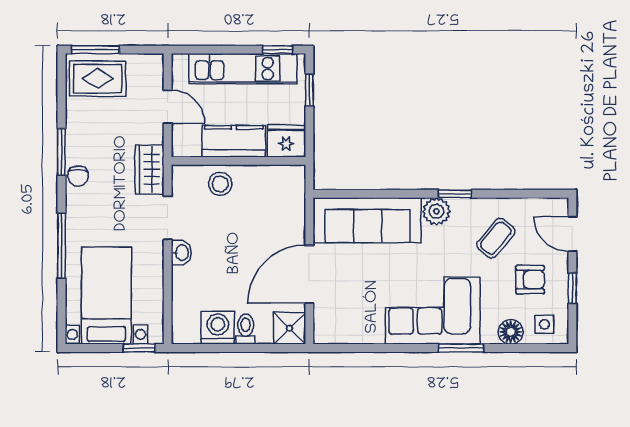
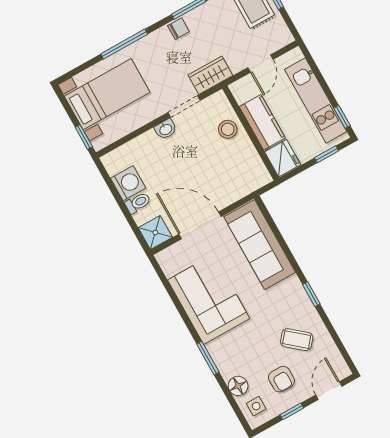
chair: (78, 176) -> (178, 29), turned 180
plant: (436, 211) -> (292, 288), removed
corner sofa: (433, 311) -> (209, 299), moved

